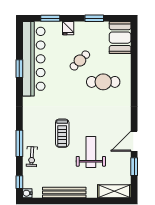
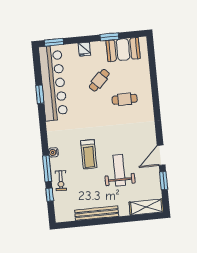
window: (50, 18) -> (54, 42), moved
booth: (120, 38) -> (123, 50), moved, turned 90
cafe table: (103, 82) -> (125, 99), width x0.73, depth x0.74
window: (19, 182) -> (50, 195), moved
water cooler: (27, 193) -> (53, 152), moved

